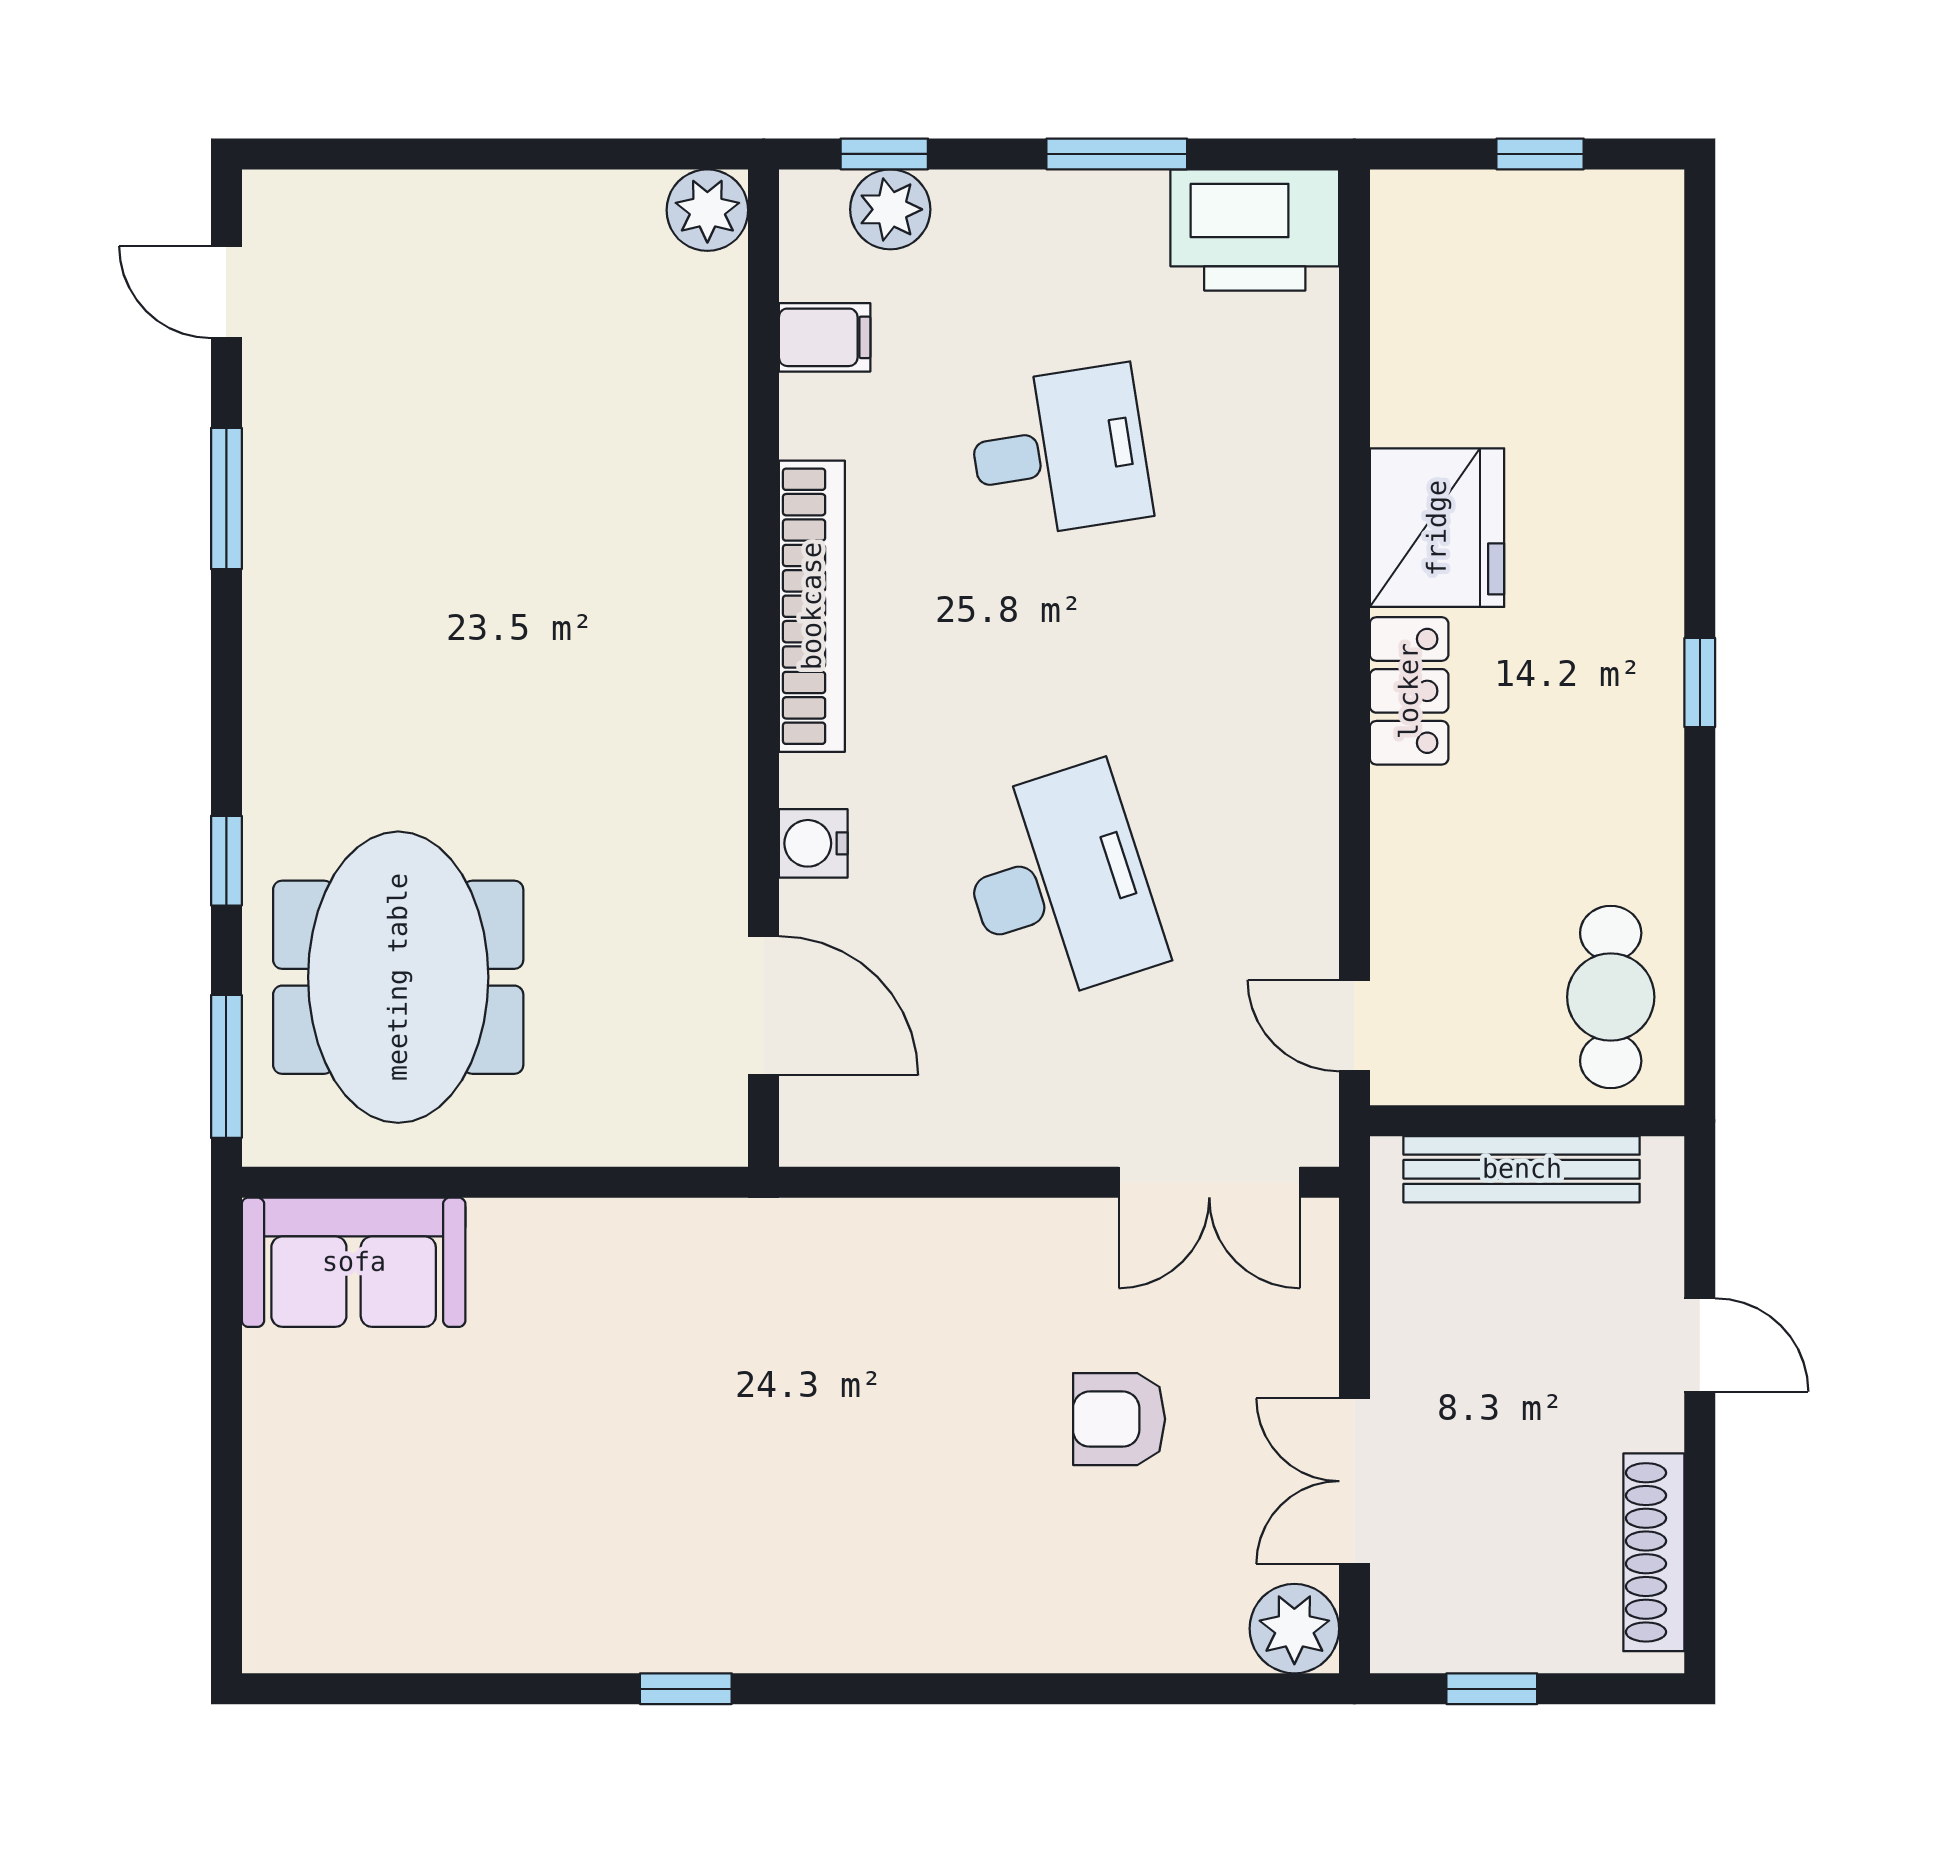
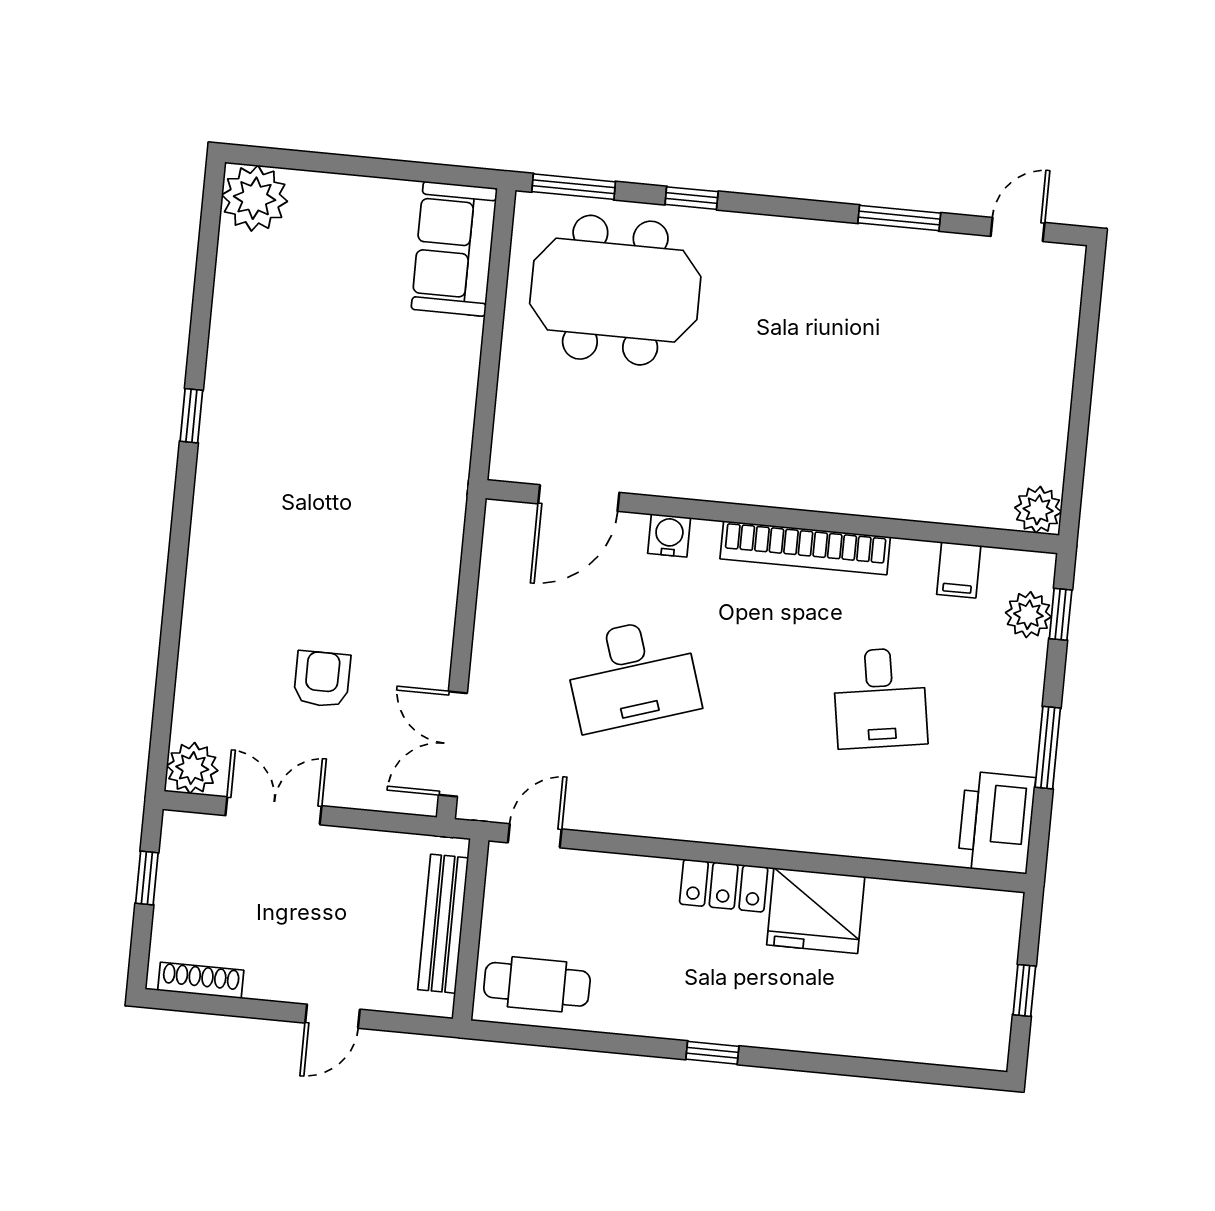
shoe rack: (1654, 1552) -> (201, 980), width x0.74, depth x0.81
plant: (299, 1616) -> (255, 198), added

